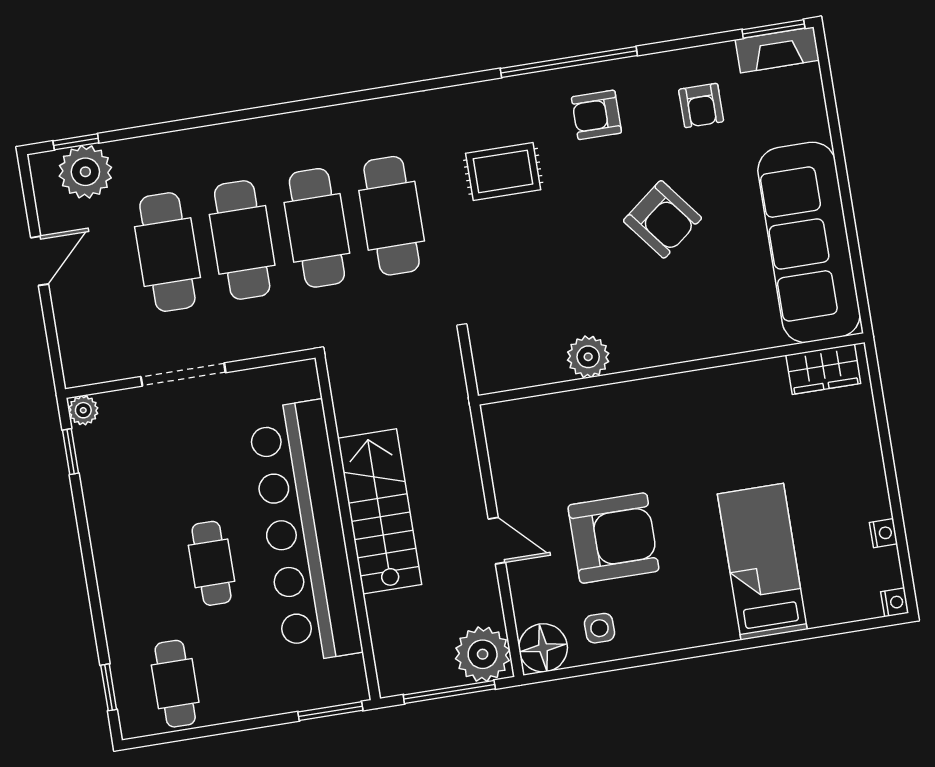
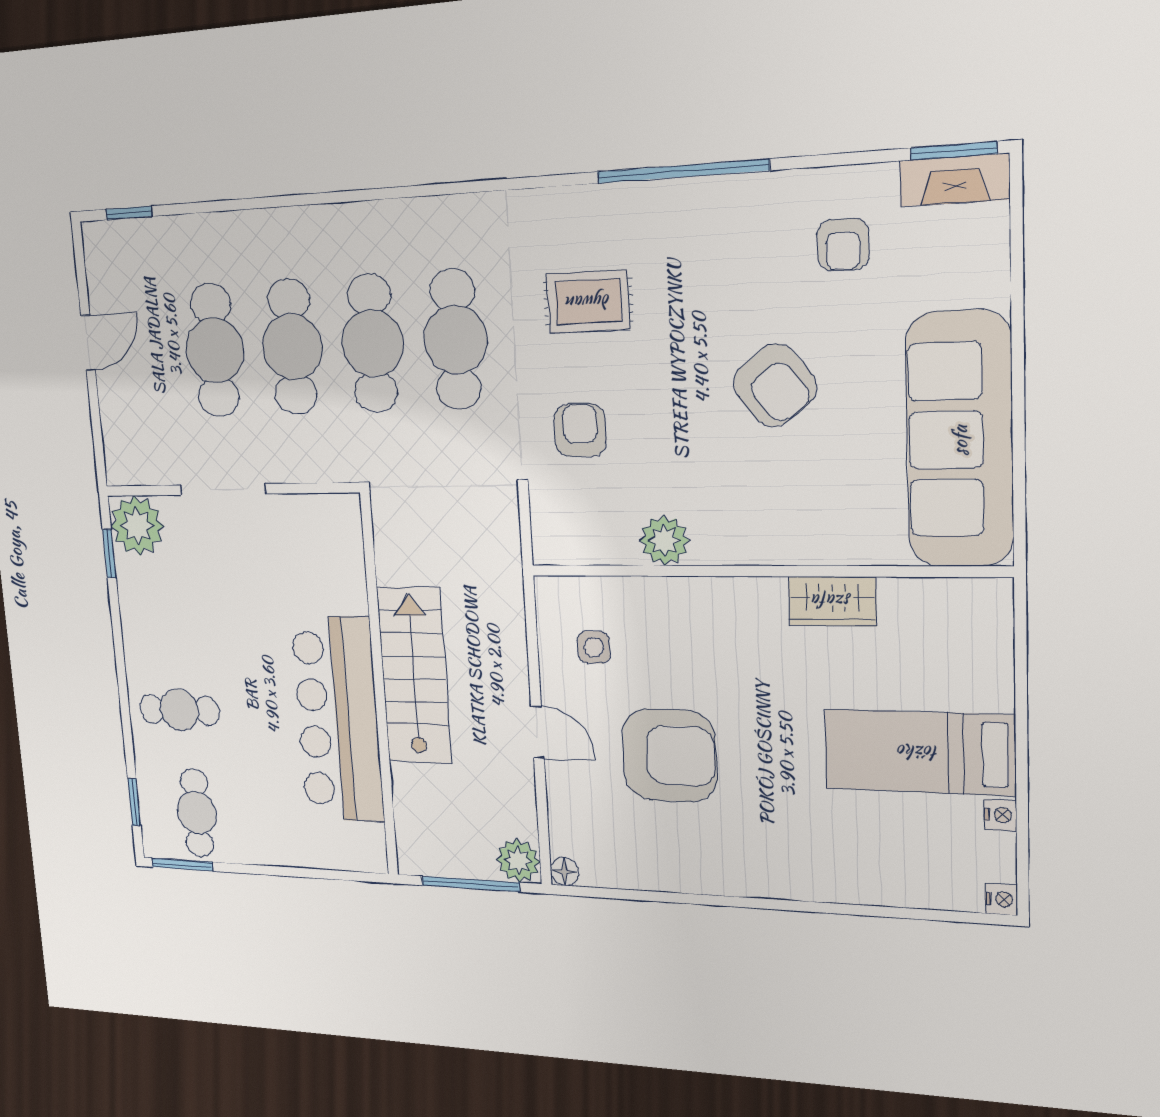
armchair: (596, 115) -> (580, 430), moved, turned 90
plant: (85, 172) -> (137, 248), removed
wardrobe: (823, 369) -> (832, 601), moved
plant: (83, 410) -> (137, 526), width x1.88, depth x1.88
bar counter: (305, 531) -> (338, 719), width x0.73
bed: (762, 562) -> (919, 752), moved, turned -90
cafe table: (212, 563) -> (179, 710), moved, turned 90
side table: (599, 628) -> (594, 647), moved
floor lamp: (543, 648) -> (564, 872), width x0.53, depth x0.53
plant: (483, 654) -> (518, 861), width x0.73, depth x0.73
window: (330, 711) -> (182, 865), moved

